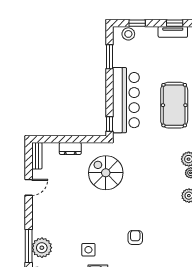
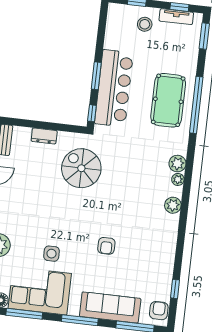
stool: (128, 34) -> (145, 24), moved
window: (109, 57) -> (96, 76), moved
armchair: (135, 237) -> (106, 246), turned 180

